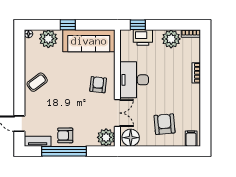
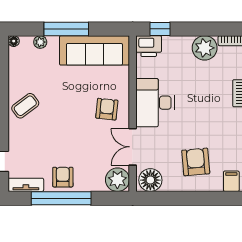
window: (68, 25) -> (66, 29), width x2.17
printer: (143, 38) -> (149, 46), moved
plant: (48, 39) -> (40, 42), width x0.53, depth x0.53
double door: (117, 113) -> (133, 147), swing flipped
armchair: (65, 135) -> (63, 177), turned 90

